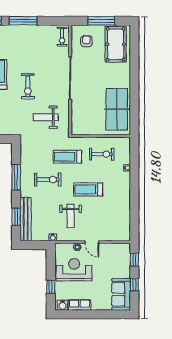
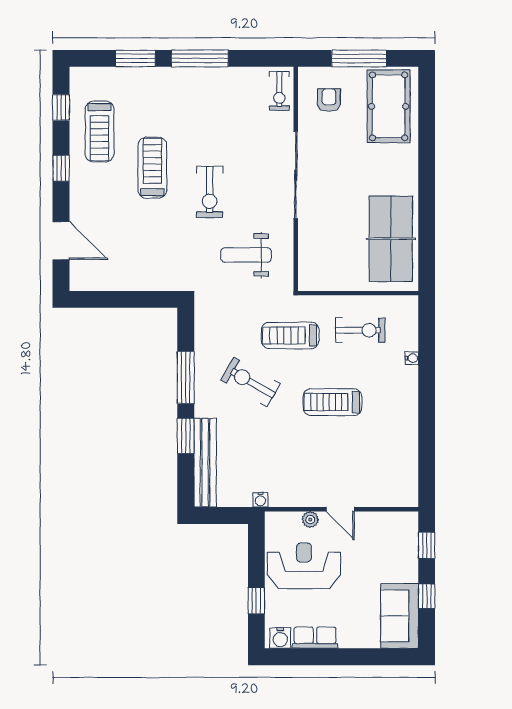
exercise bike: (48, 180) -> (250, 382), turned -150
weight bench: (71, 216) -> (297, 456), removed
window: (16, 217) -> (186, 436), moved

